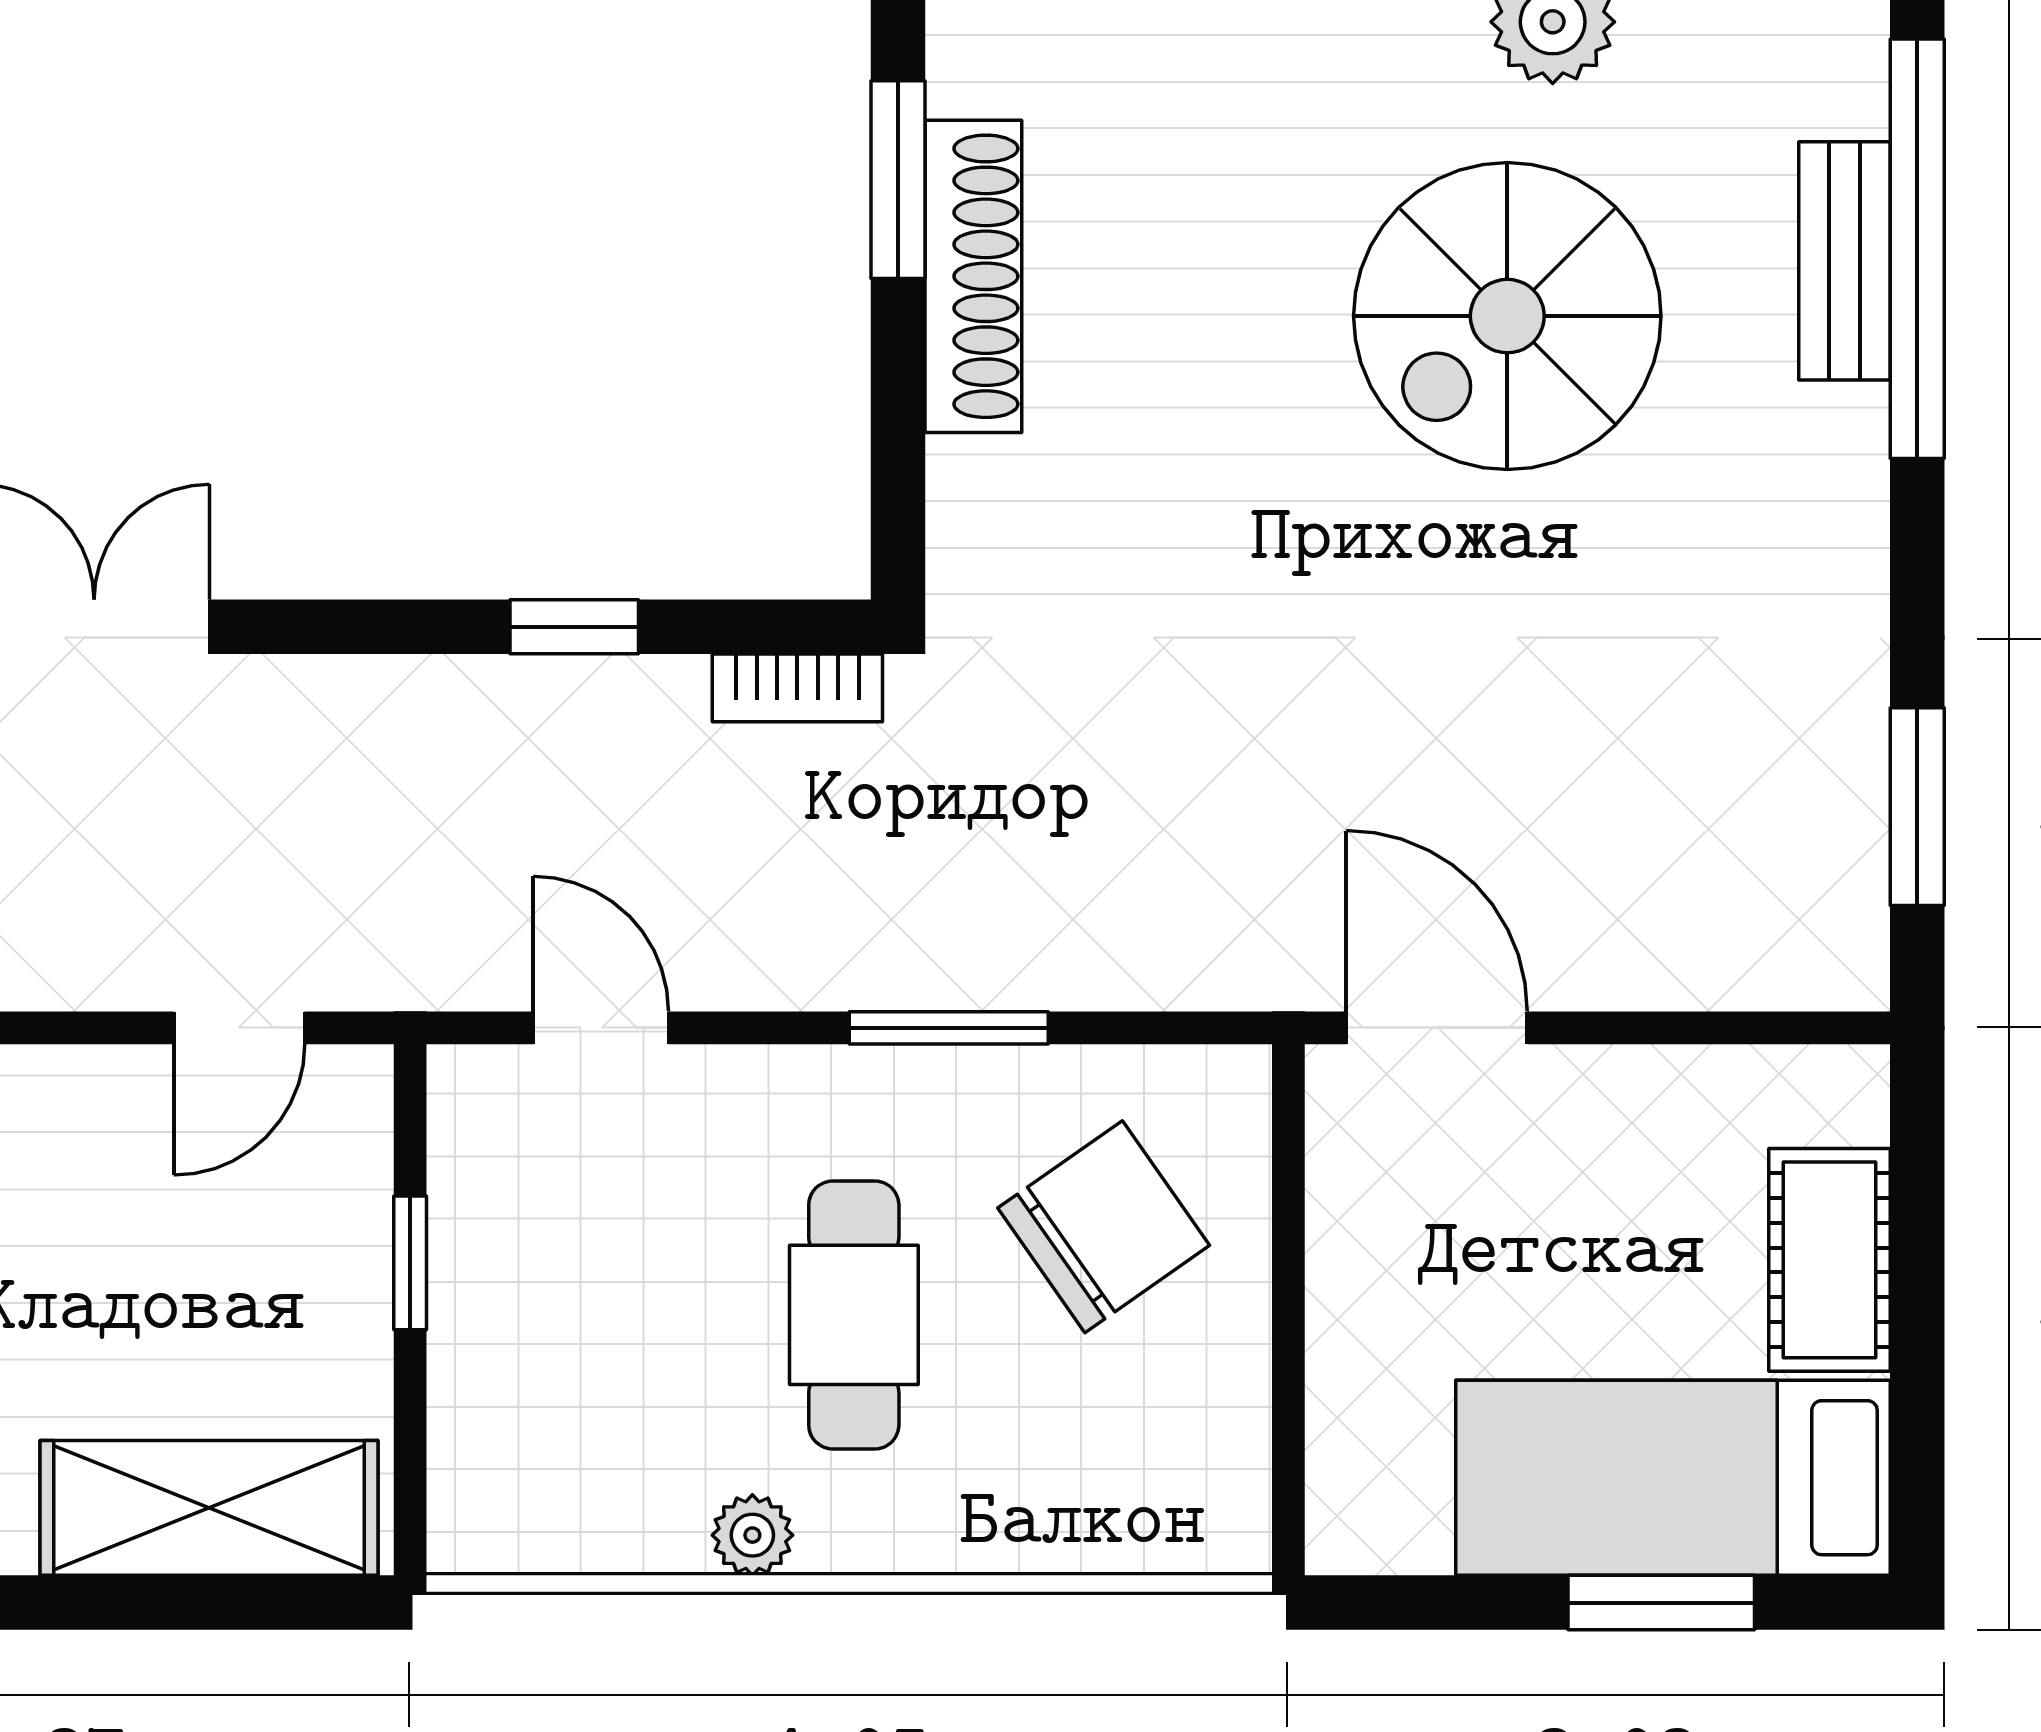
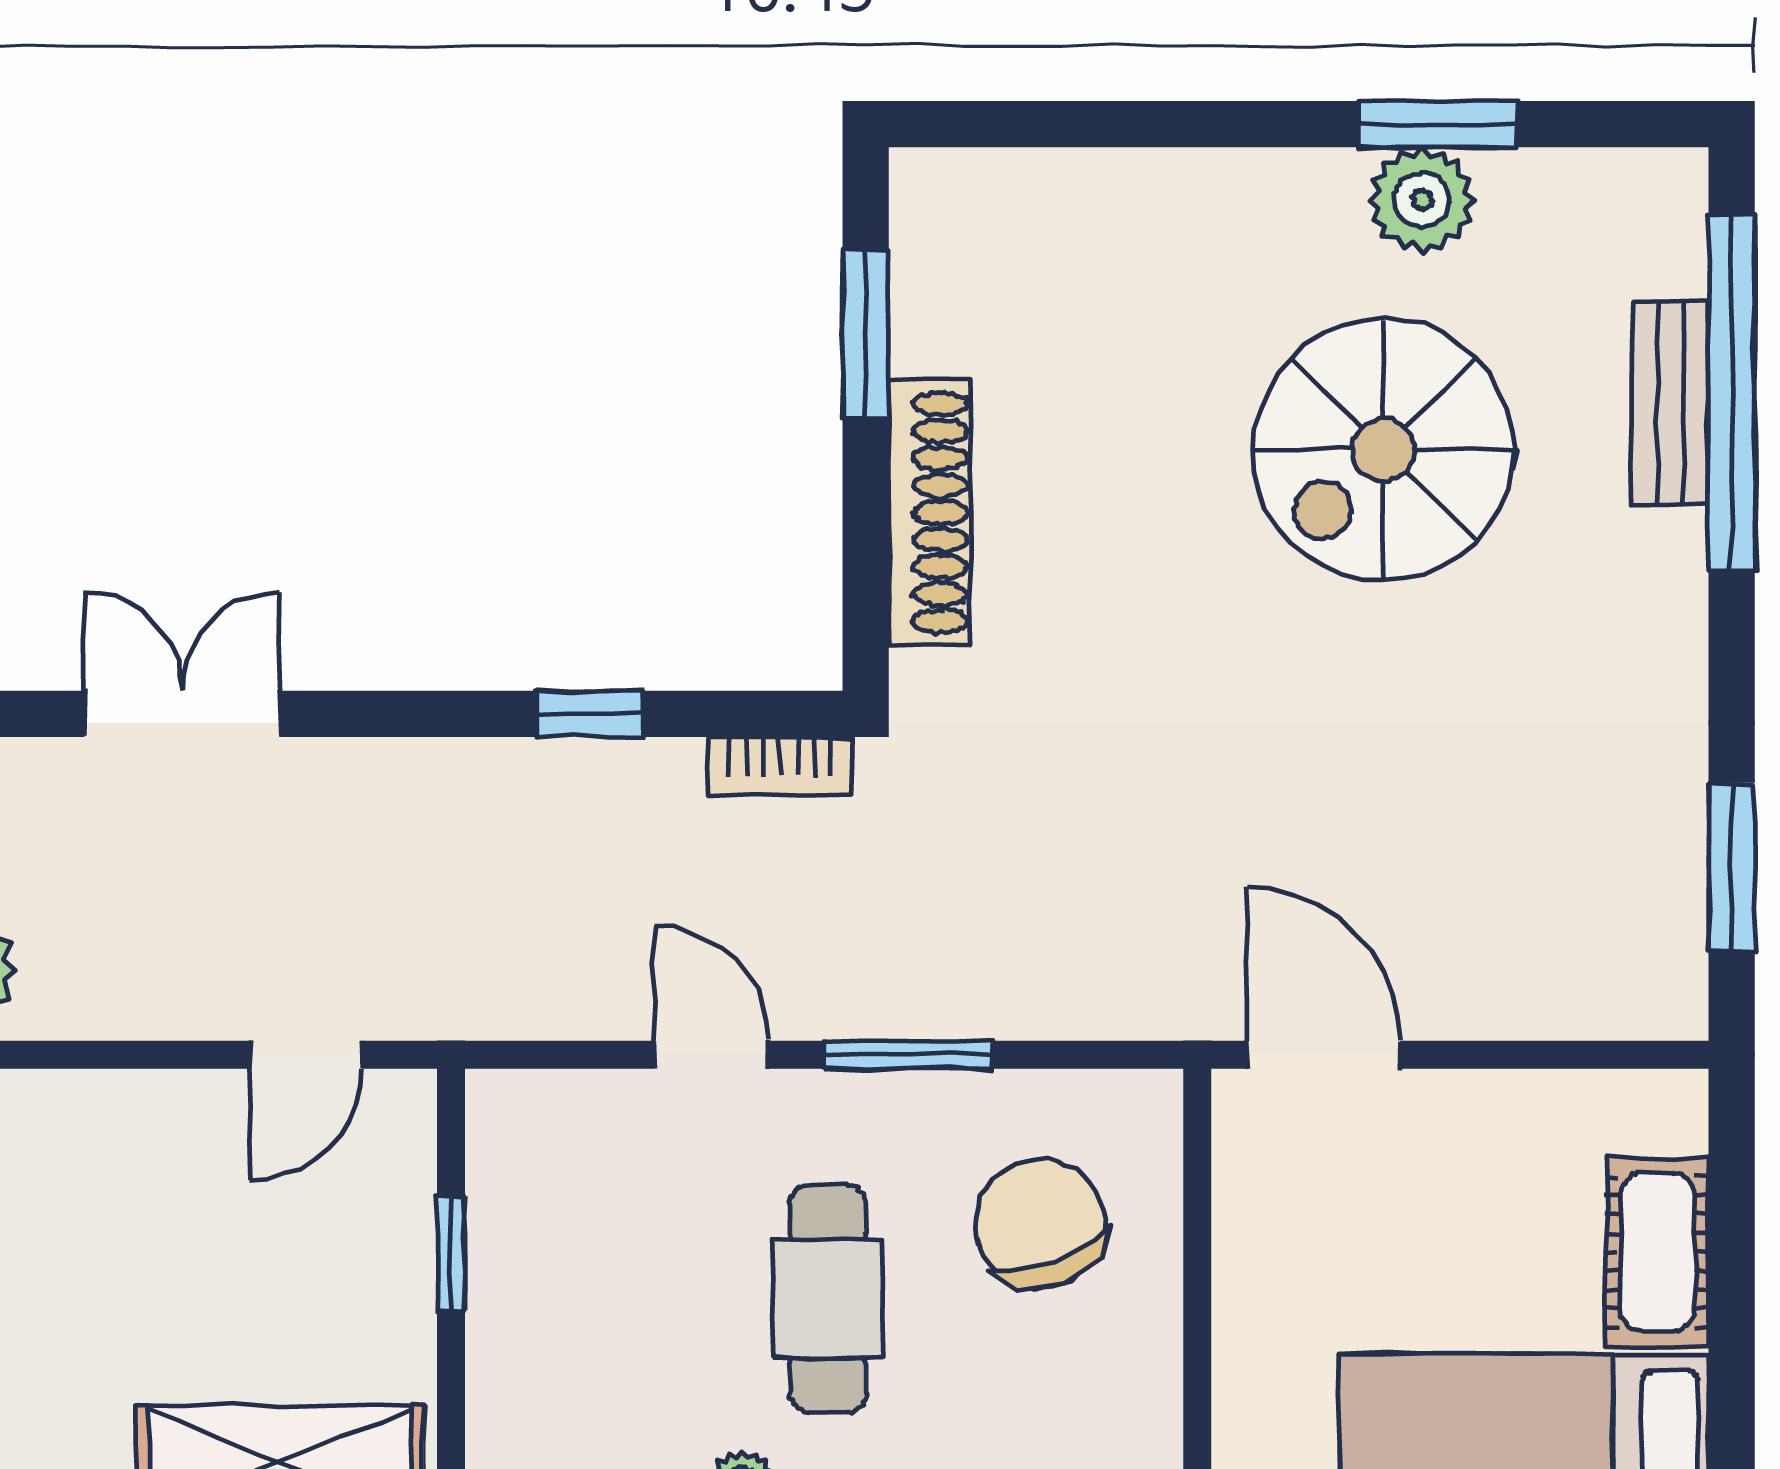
shoe rack: (973, 276) -> (930, 513), moved
door: (601, 1028) -> (712, 1055), moved
chair: (1104, 1227) -> (1040, 1224), turned -76

